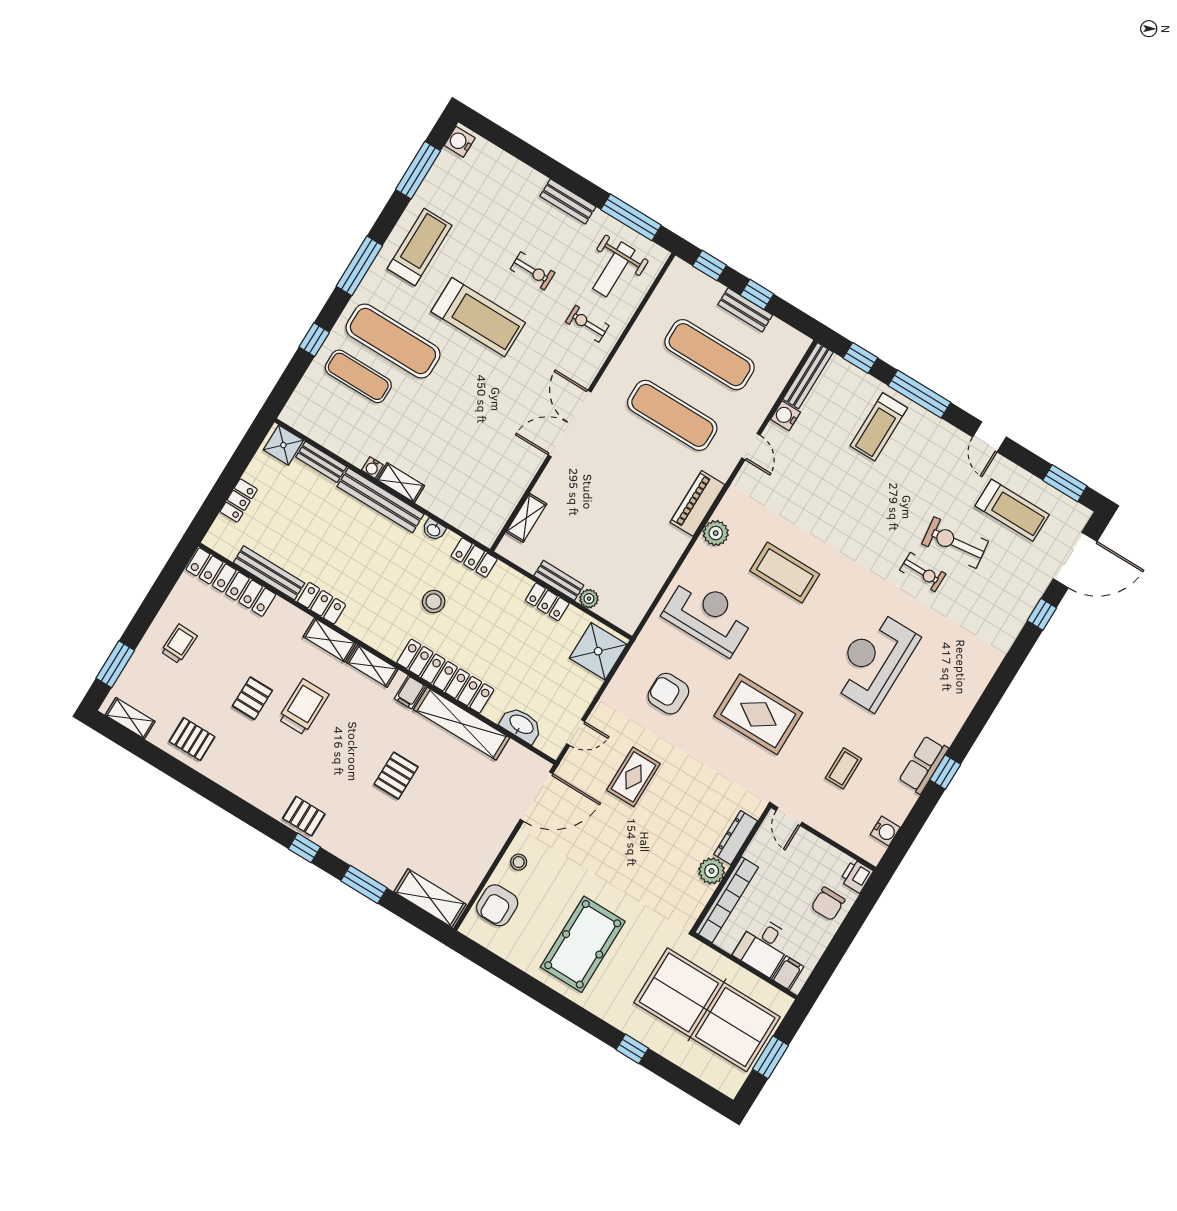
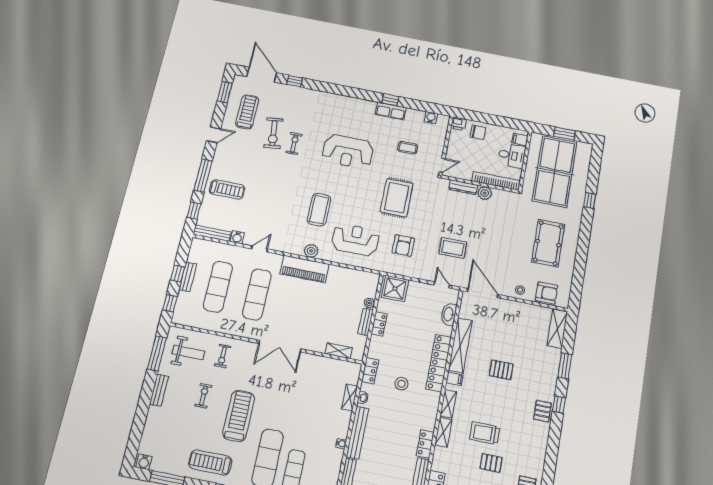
shelving: (401, 483) -> (350, 398), moved
piano: (697, 503) -> (304, 269), width x1.37, depth x1.33
reception desk: (708, 616) -> (355, 240), turned 90
pool table: (583, 944) -> (548, 243), turned 90

